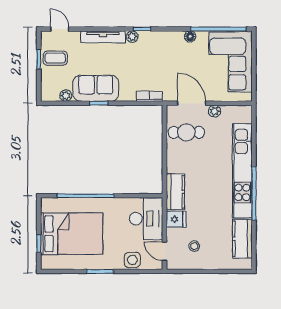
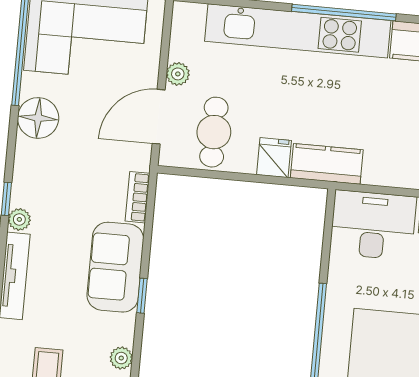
floor lamp: (190, 36) -> (38, 118), width x1.89, depth x1.89
sofa: (96, 88) -> (115, 267), moved
fridge: (176, 219) -> (274, 158), moved

